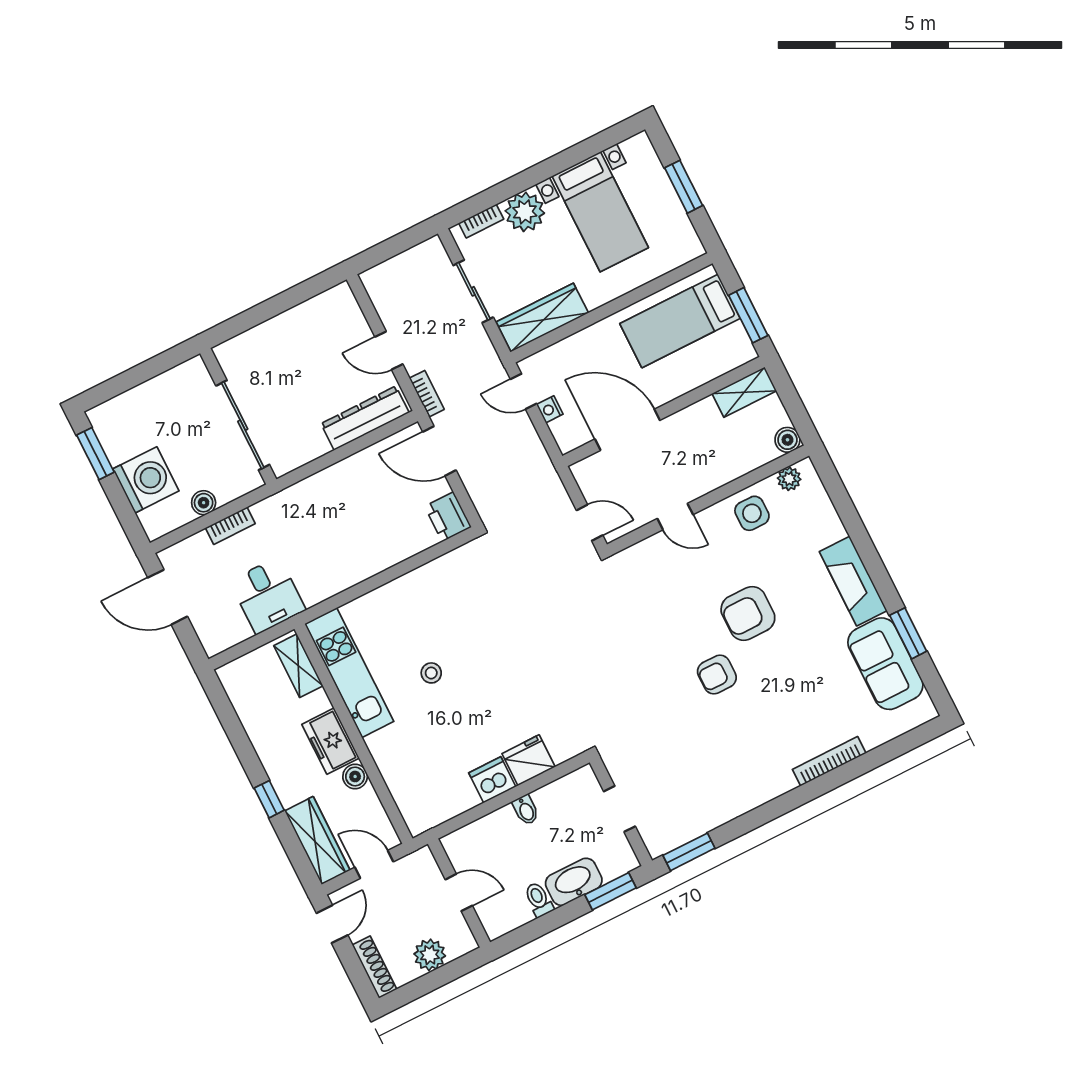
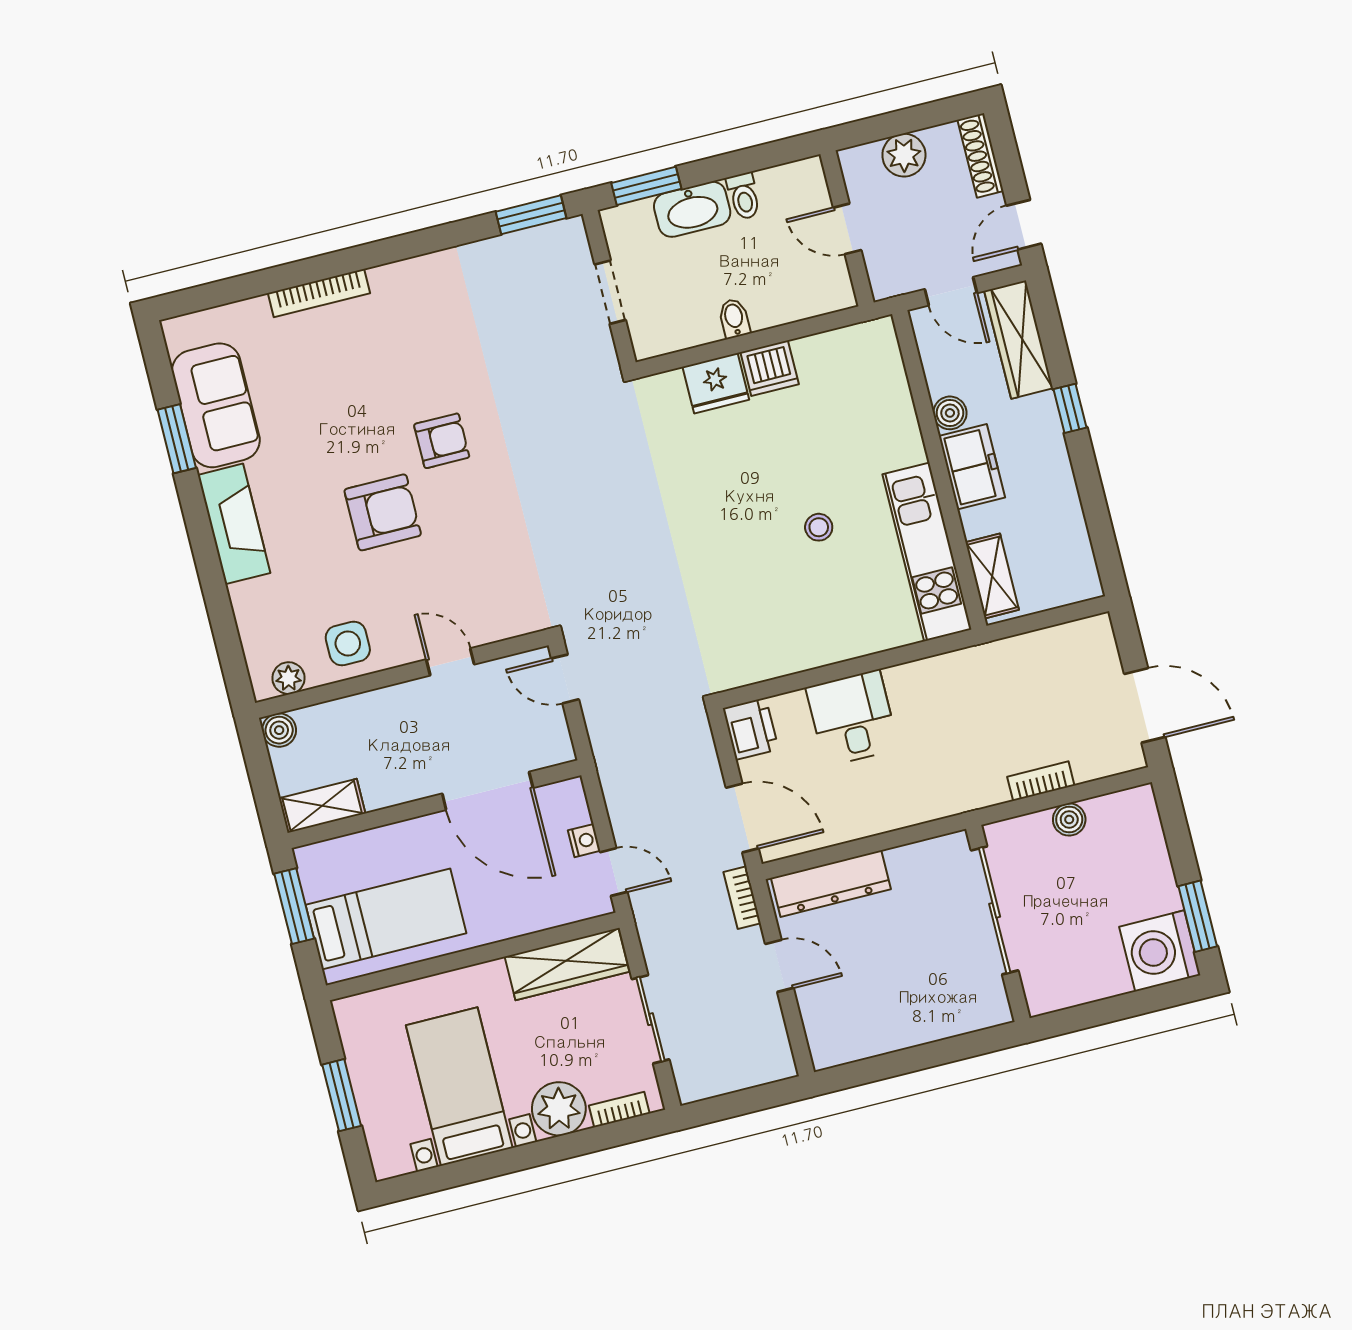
washing machine: (146, 480) -> (1160, 951), moved
desk: (268, 596) -> (852, 718), moved

